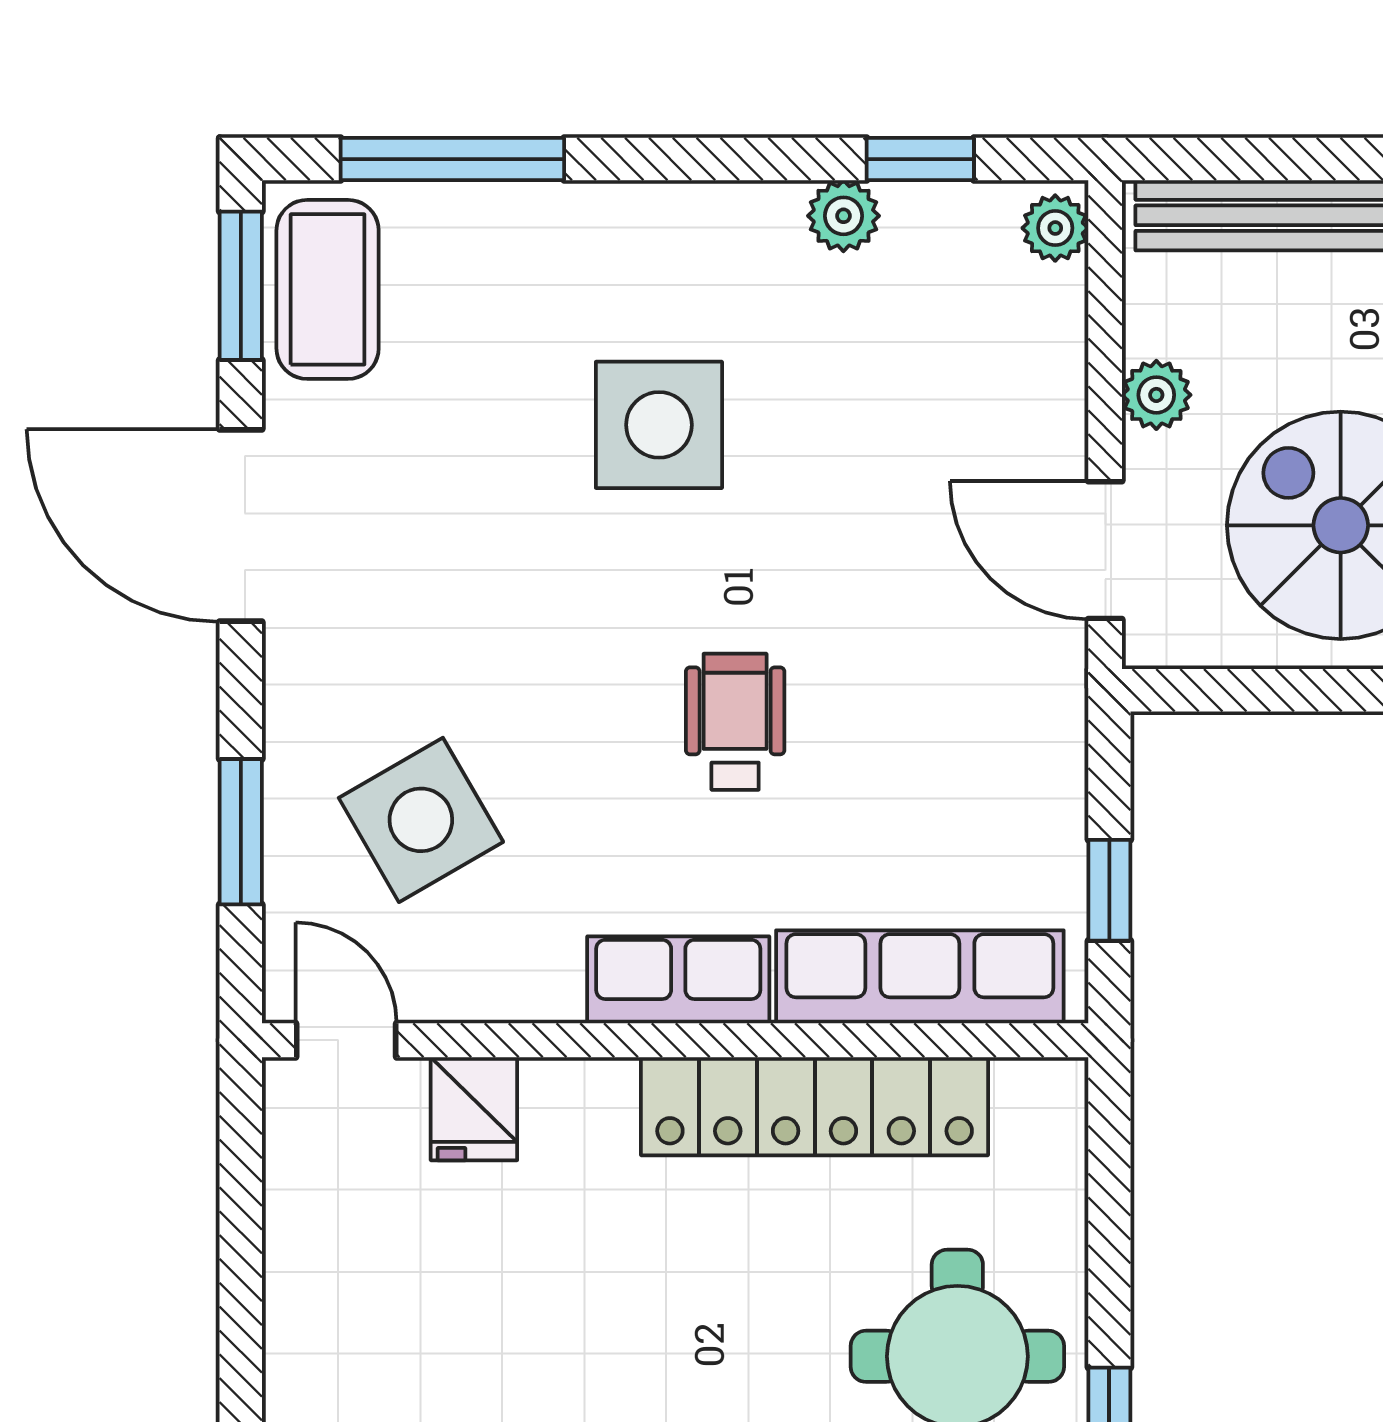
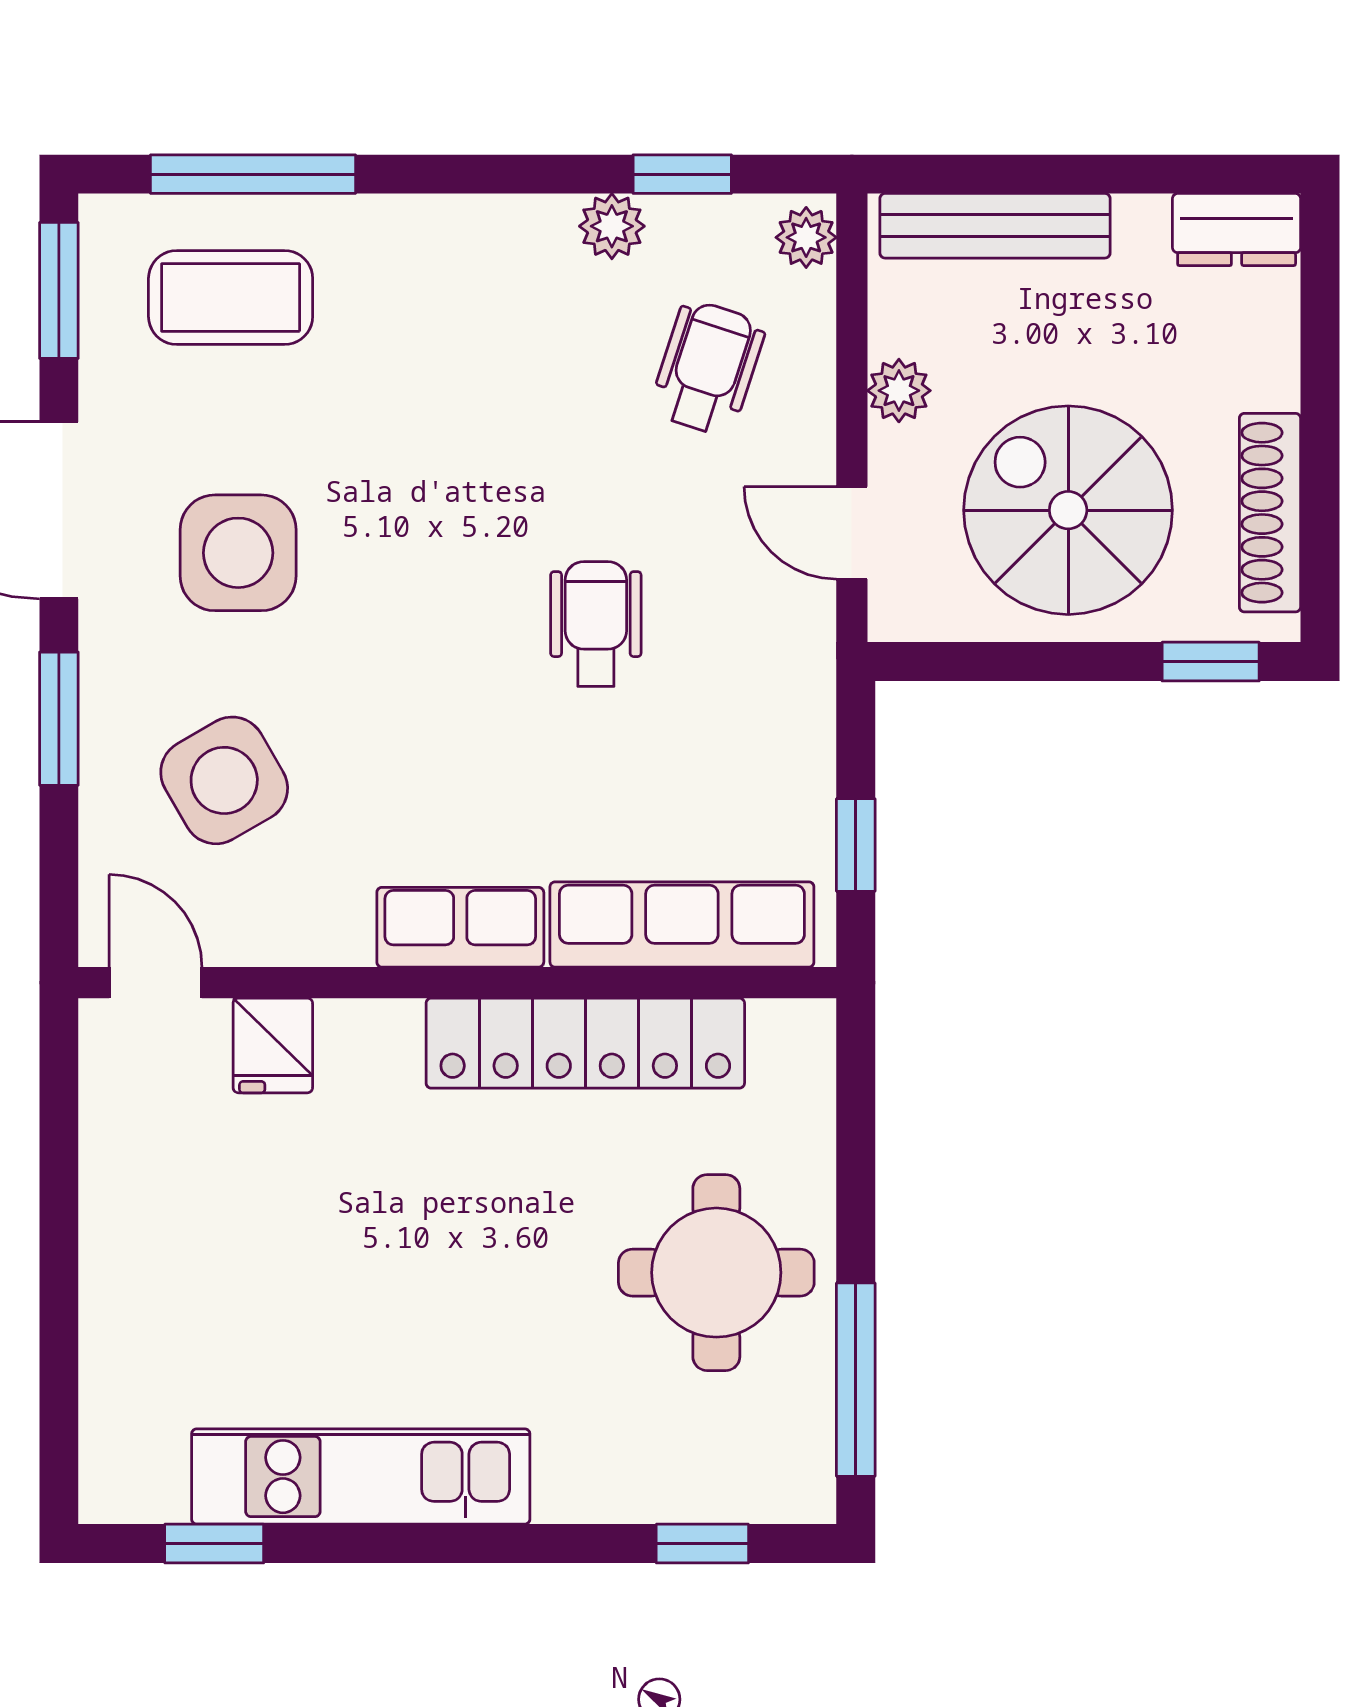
coffee table: (328, 289) -> (231, 297), moved, turned 90
wheelchair: (948, 370) -> (708, 368), added
side table: (659, 425) -> (238, 553), moved
door: (1105, 550) -> (852, 533), width x0.73
wheelchair: (735, 722) -> (596, 624), moved
window: (241, 832) -> (59, 719), moved

